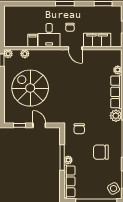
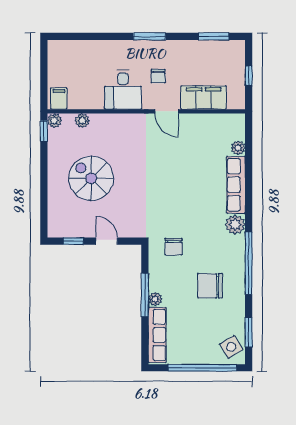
filing cabinet: (33, 41) -> (59, 99), moved
spiral stairs: (30, 88) -> (91, 178), width x0.73, depth x0.73

